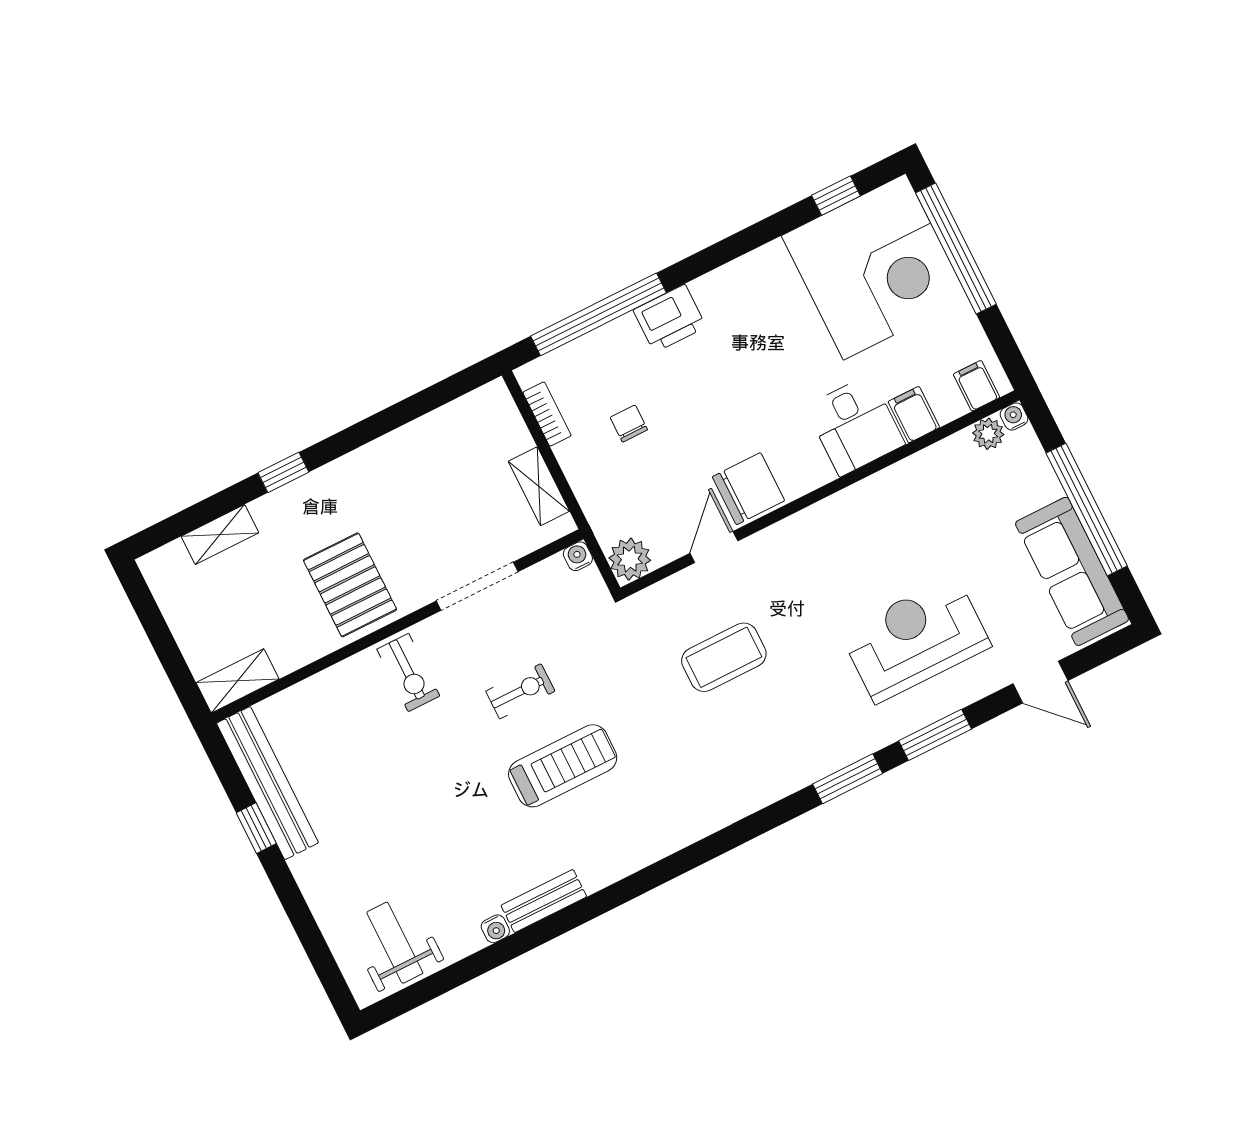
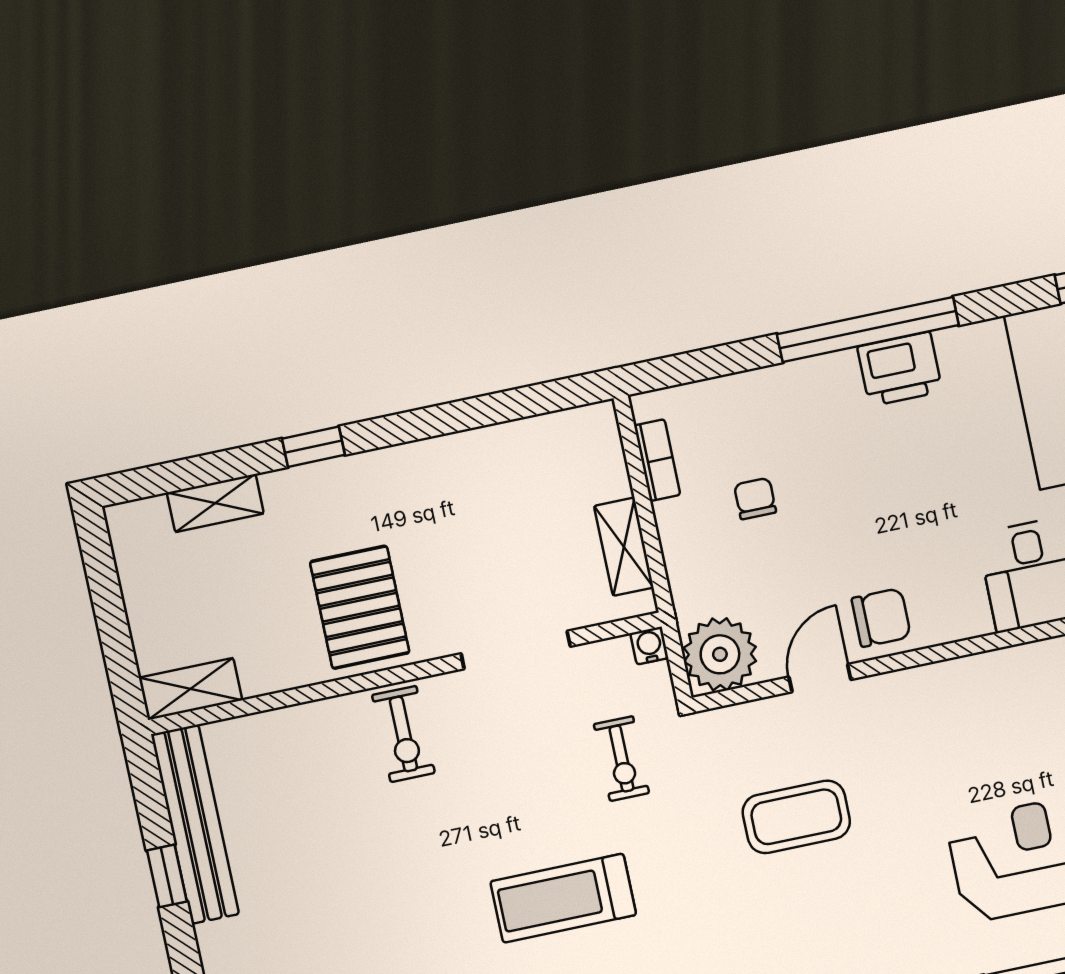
window: (599, 314) -> (868, 330), moved
printer: (670, 318) -> (900, 369), moved
chair: (748, 489) -> (881, 618), width x0.73, depth x0.73
plant: (630, 559) -> (720, 654), width x1.36, depth x1.36
exercise bike: (520, 691) -> (621, 759), moved, turned 90
treadmill: (563, 766) -> (563, 898), turned 180

